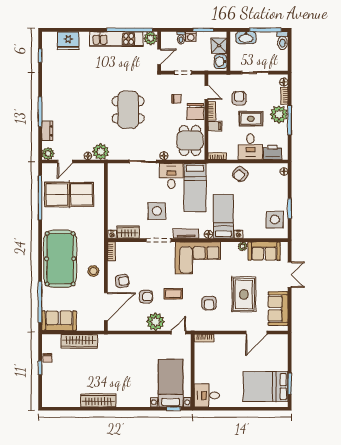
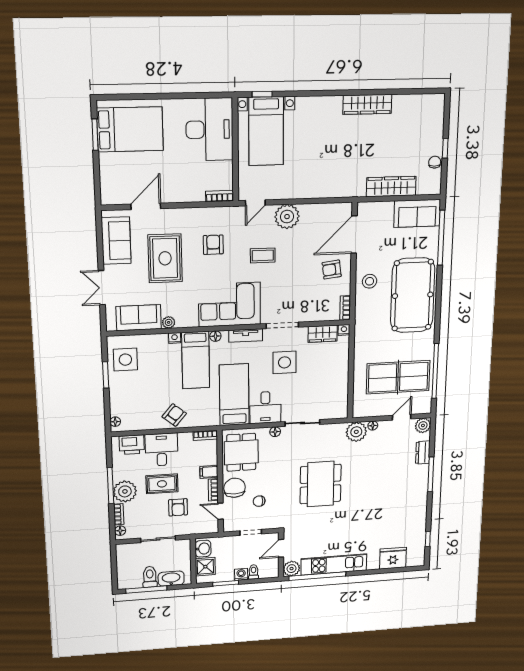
toilet: (282, 41) -> (150, 577), moved
armchair: (146, 297) -> (300, 250), removed
desk: (207, 395) -> (209, 129), width x1.87, depth x1.30

